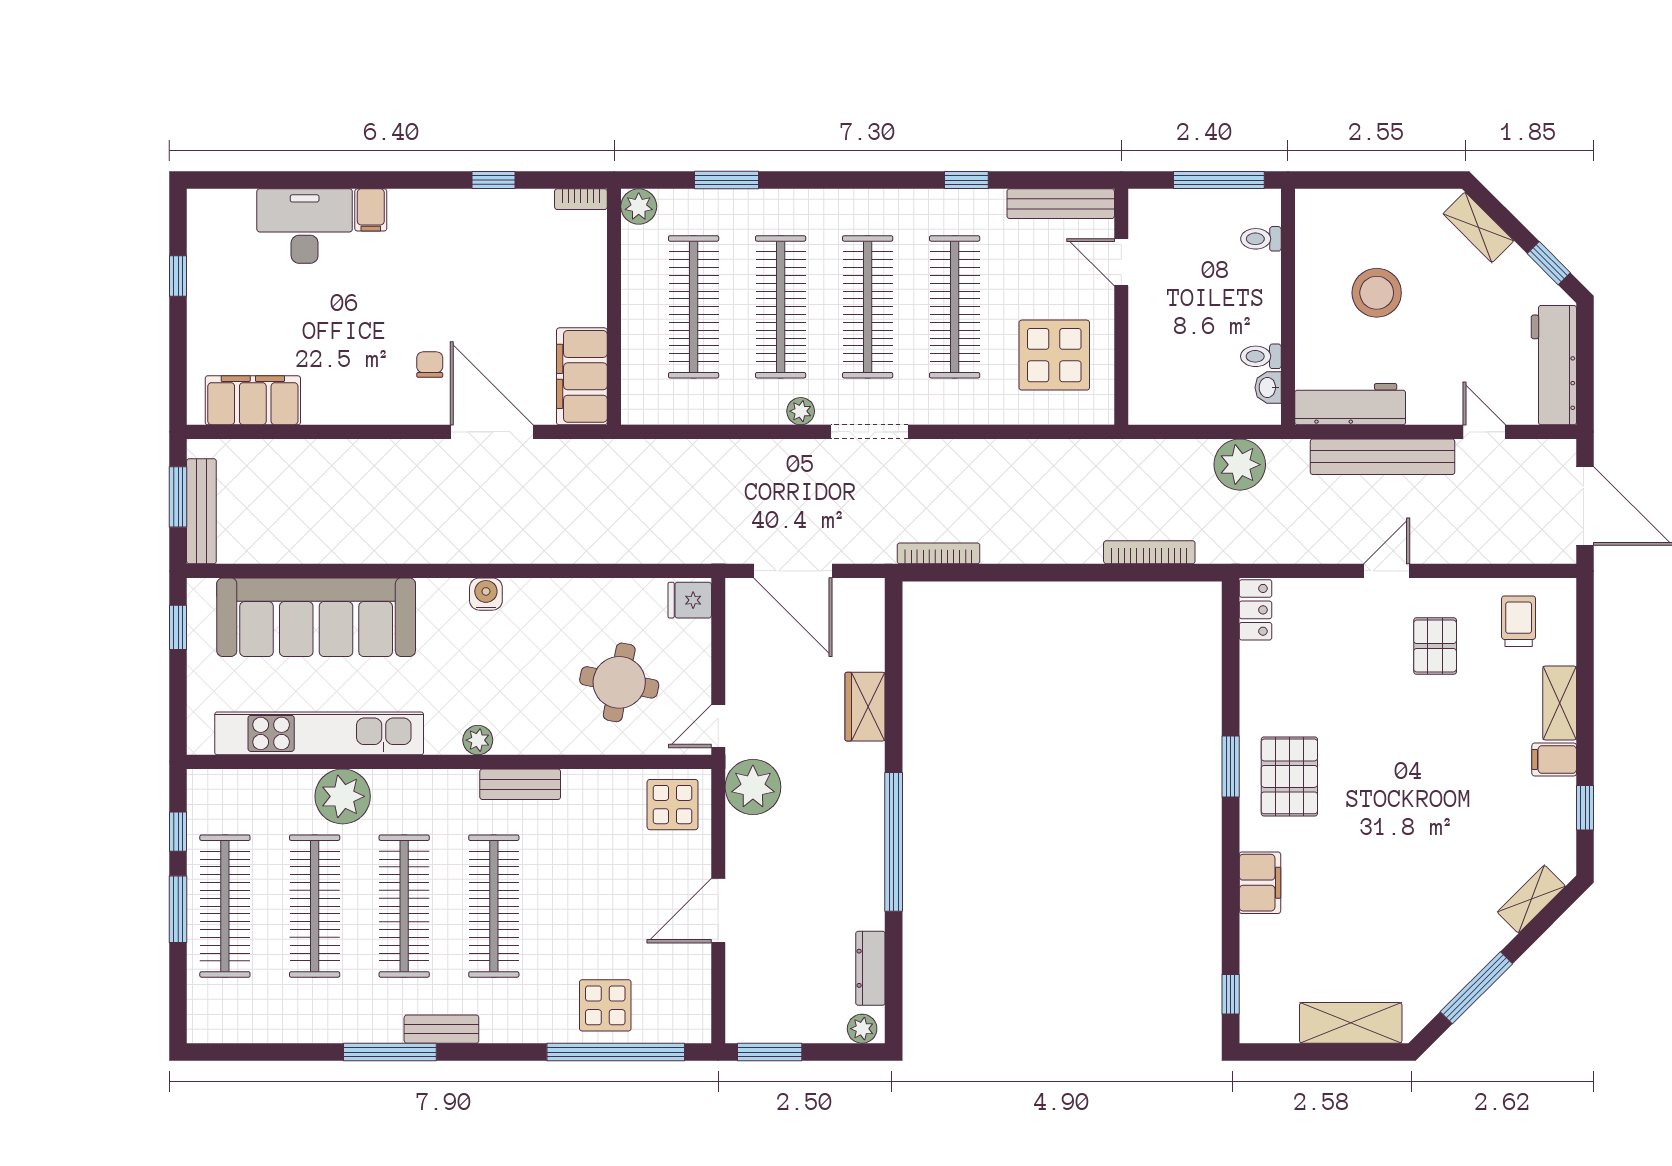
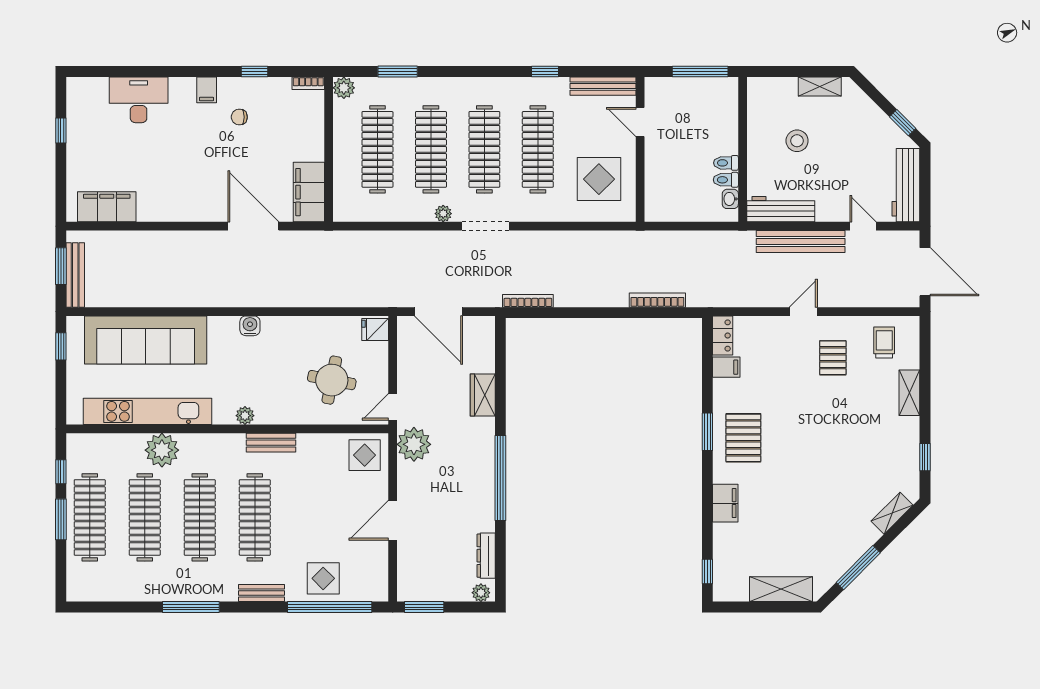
filing cabinet: (371, 210) -> (207, 90), moved
shelving: (1478, 227) -> (820, 86), moved, turned -45
toilet: (1261, 239) -> (726, 163), moved
stool: (1377, 293) -> (797, 141), width x0.73, depth x0.73
chair: (430, 365) -> (239, 117), moved, turned -90
plant: (1240, 465) -> (713, 246), removed
filing cabinet: (1554, 760) -> (726, 367), moved, turned 180
bench: (441, 1029) -> (262, 593), moved

